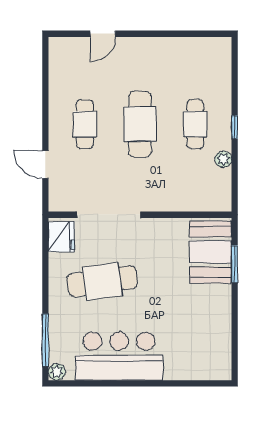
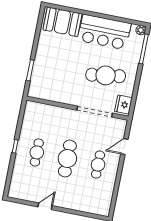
door: (103, 34) -> (45, 206), moved
plant: (223, 159) -> (25, 130), removed
door: (45, 164) -> (124, 147), swing flipped
booth: (211, 252) -> (62, 22), moved, turned 90

